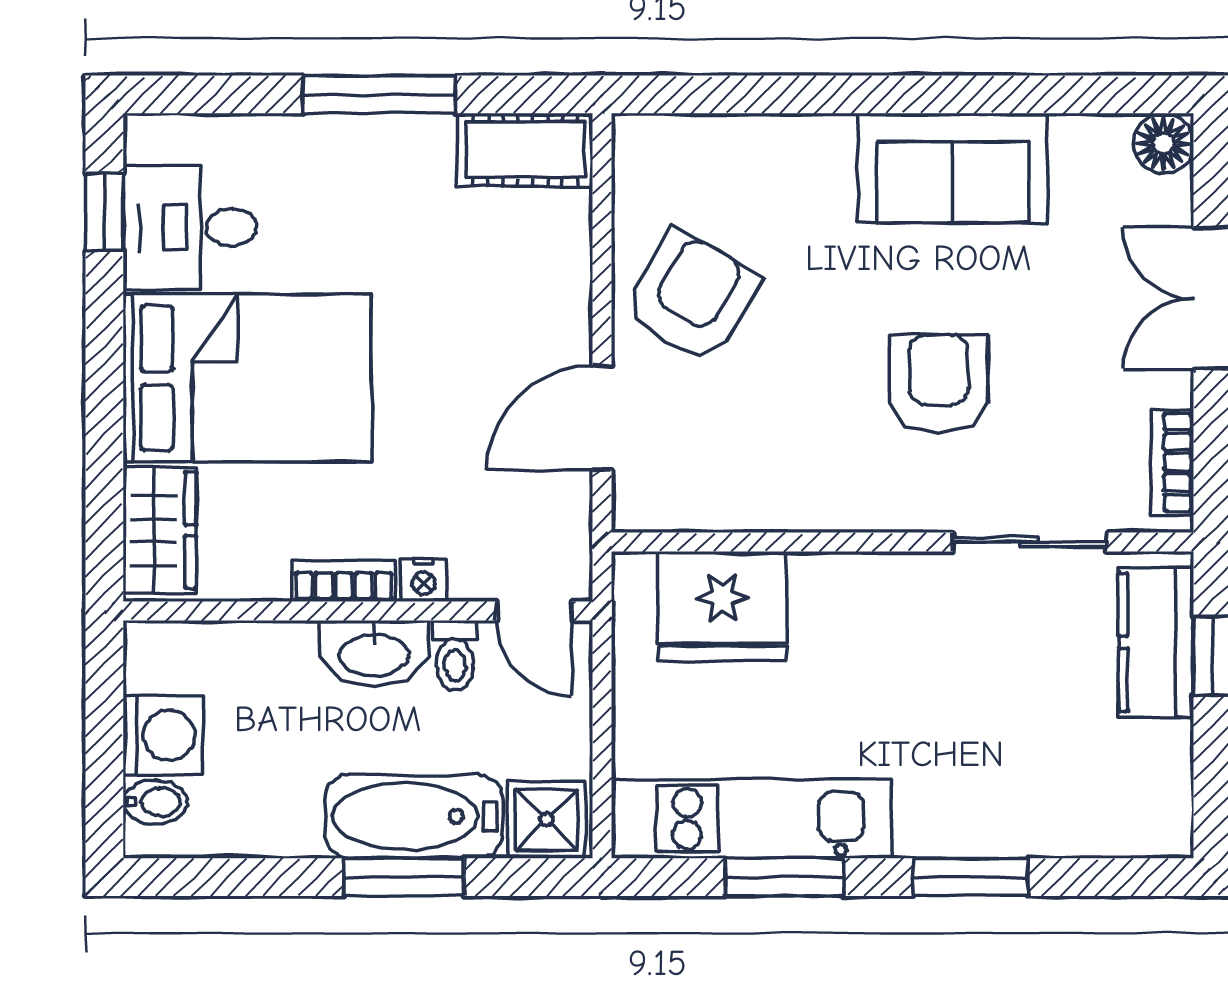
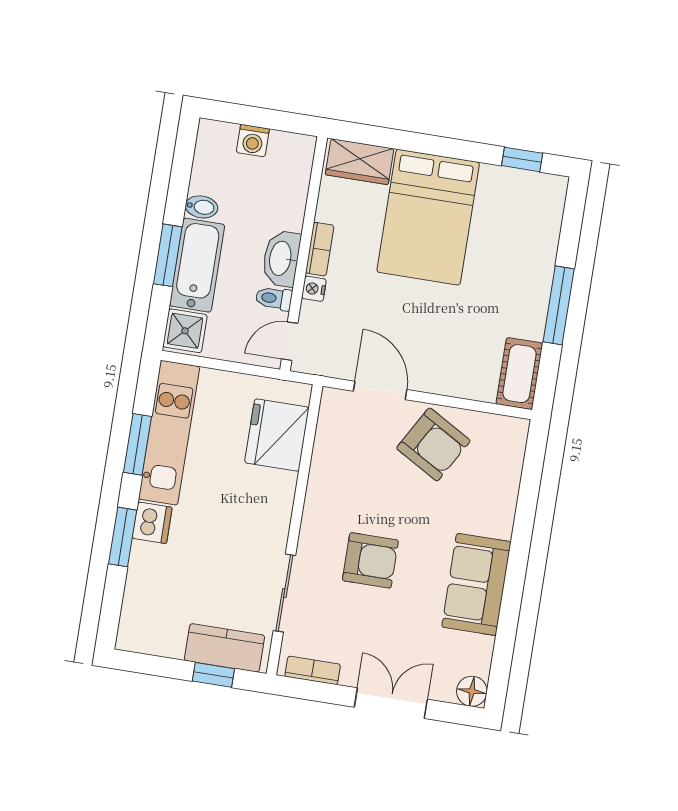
desk: (190, 227) -> (508, 201), removed
washing machine: (163, 735) -> (253, 141), width x0.73, depth x0.73
bidet: (155, 802) -> (202, 207), moved, turned -90
dishwasher: (933, 824) -> (152, 523), added

